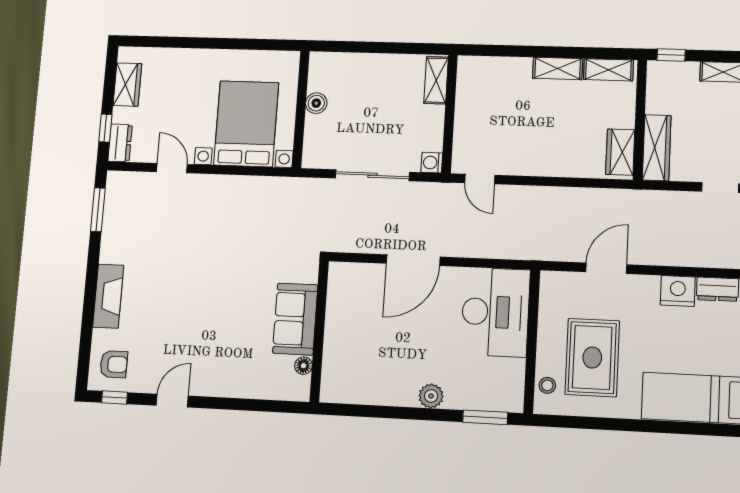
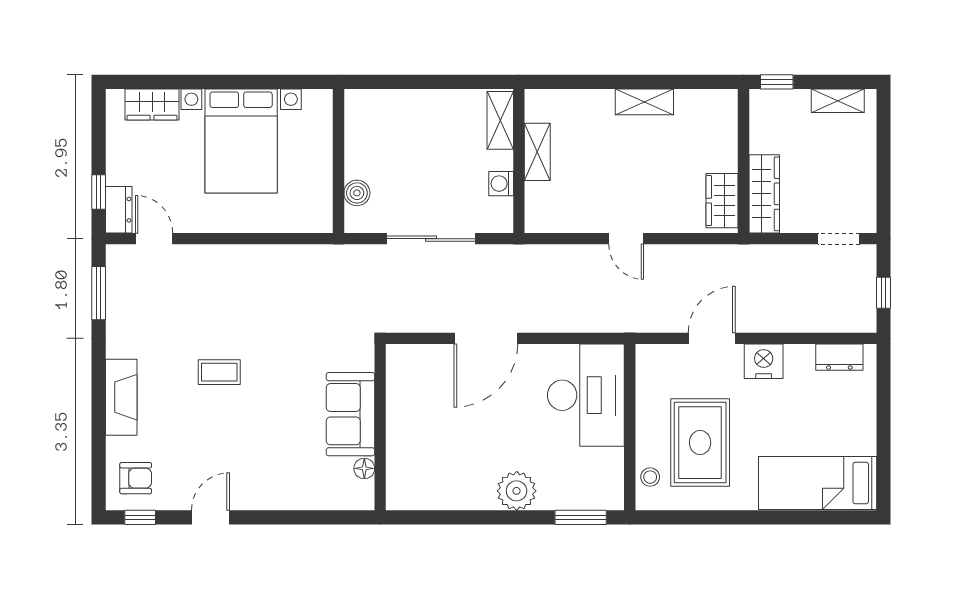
shelving: (608, 70) -> (537, 152), moved, turned 90
wardrobe: (127, 85) -> (152, 104), moved, turned 90
boiler: (316, 103) -> (357, 193), moved
bed with nightstands: (246, 124) -> (241, 141), moved, turned 180
washing machine: (432, 163) -> (501, 184), moved
door: (172, 168) -> (154, 239), moved
door: (480, 179) -> (626, 239), moved
coffee table: (190, 279) -> (219, 372), added
nightstand: (678, 291) -> (764, 361), moved
plant: (431, 396) -> (517, 491), width x1.36, depth x1.36

